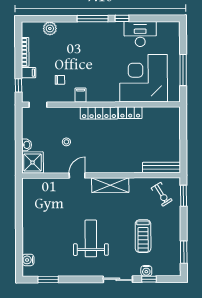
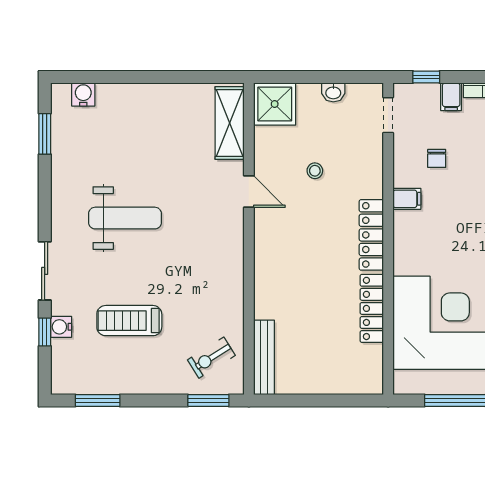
locker: (130, 113) -> (372, 308), width x1.53
washbasin: (26, 145) -> (333, 92), moved
shelving: (110, 185) -> (230, 123), moved

